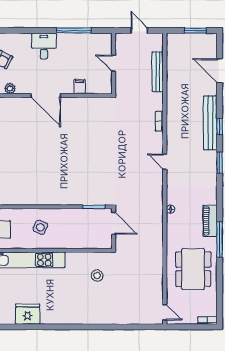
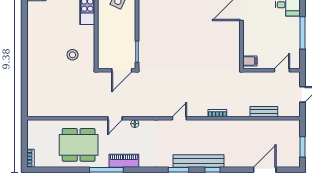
door: (114, 63) -> (282, 70), moved
bench: (158, 72) -> (264, 112), width x0.73
filing cabinet: (79, 87) -> (250, 61), moved
bench: (210, 123) -> (199, 161), moved
door: (165, 312) -> (115, 118), moved

